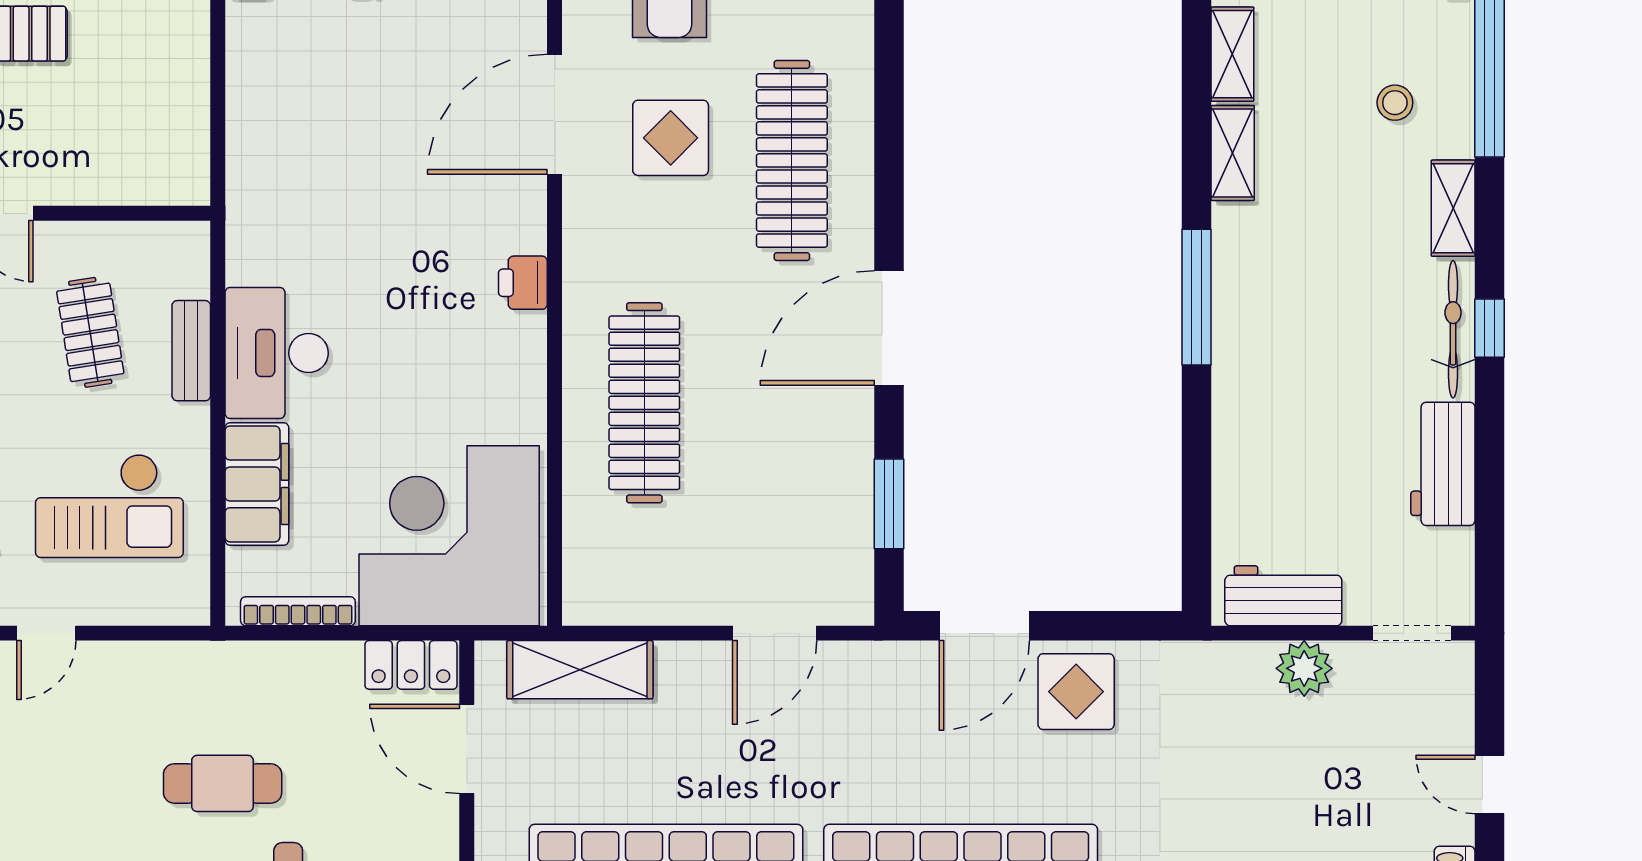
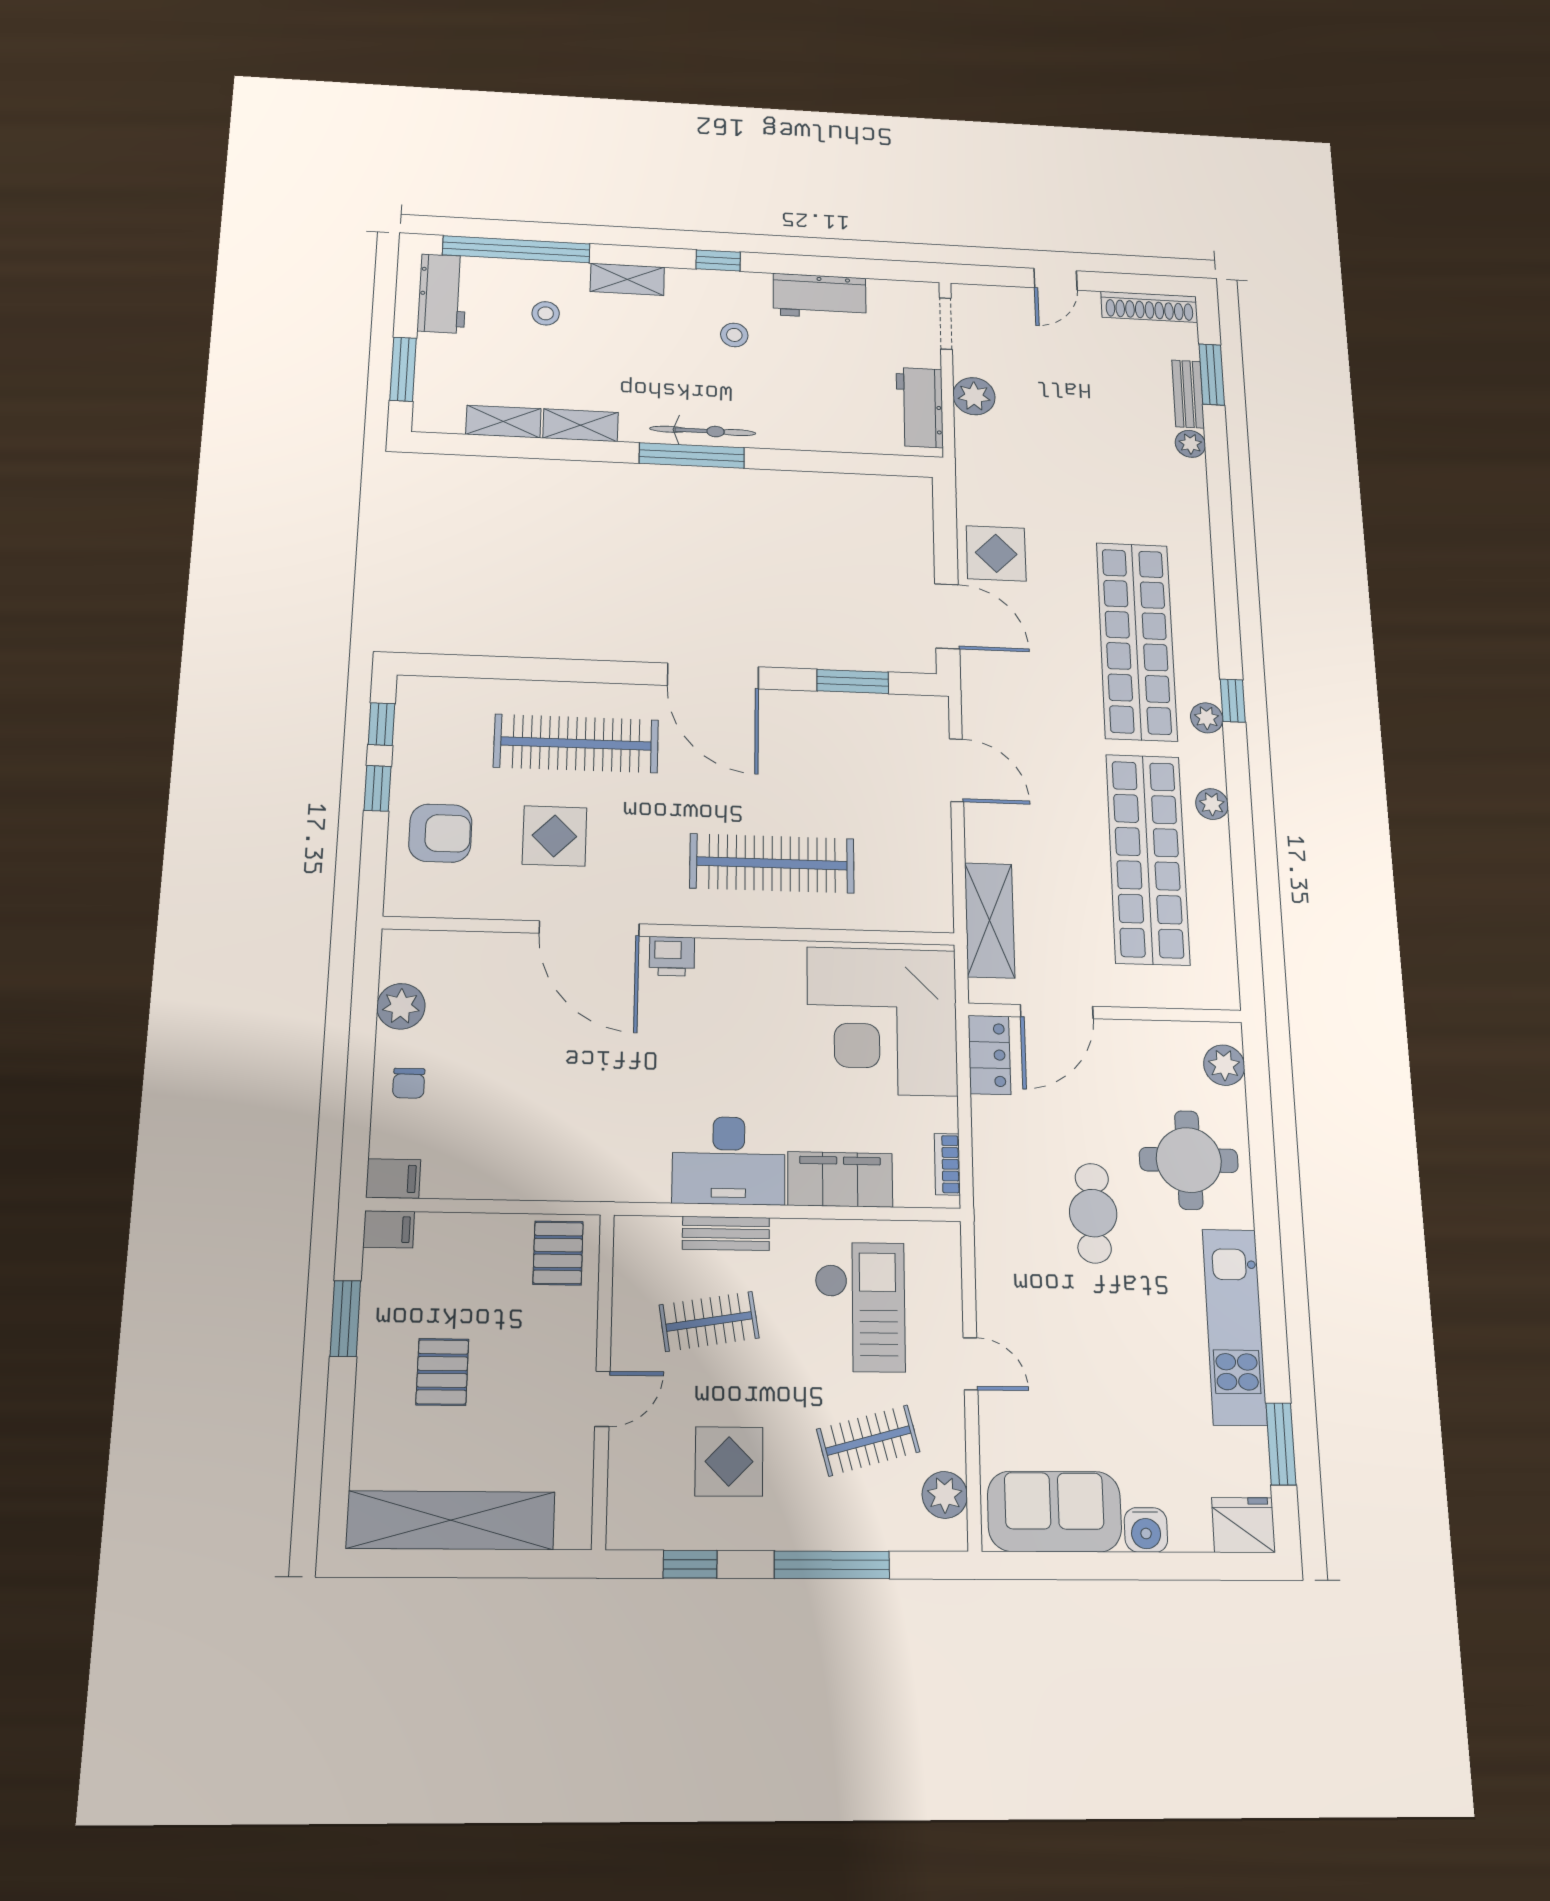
door: (555, 114) -> (589, 929), moved
pallet: (166, 158) -> (558, 1253), added
bicycle: (1453, 329) -> (703, 431), moved, turned 180
stool: (1378, 351) -> (734, 335), added
bookcase: (298, 611) -> (947, 1164), width x0.64

